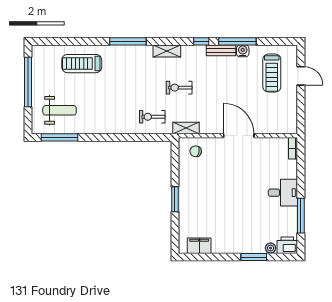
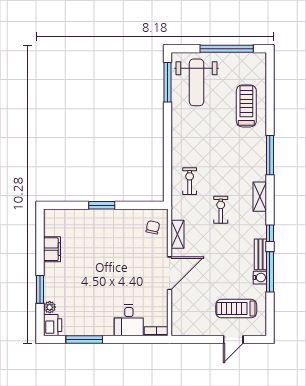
weight bench: (60, 110) -> (197, 82), width x1.36, depth x1.33
shelving: (186, 128) -> (178, 234), moved
desk: (283, 193) -> (129, 320), moved
filing cabinet: (199, 246) -> (52, 249), moved

